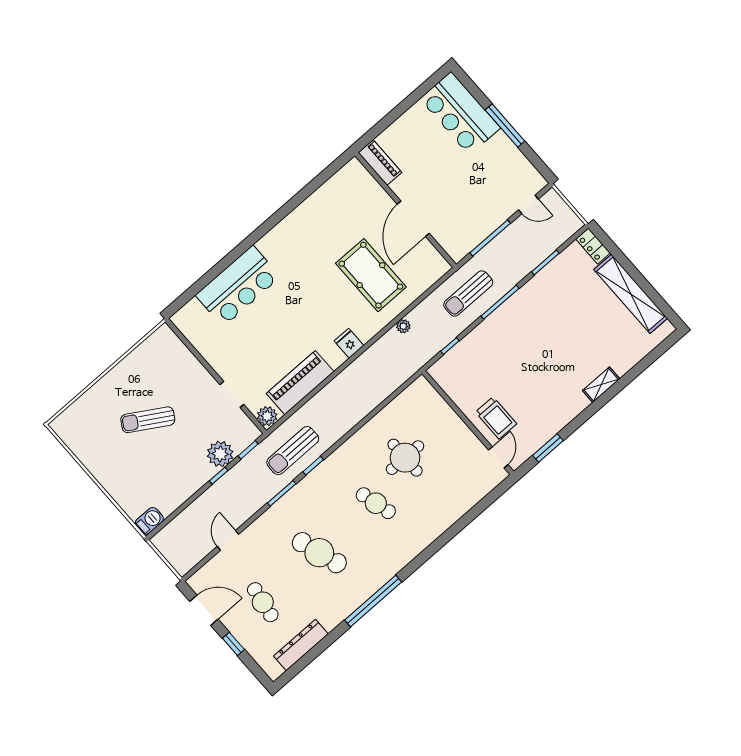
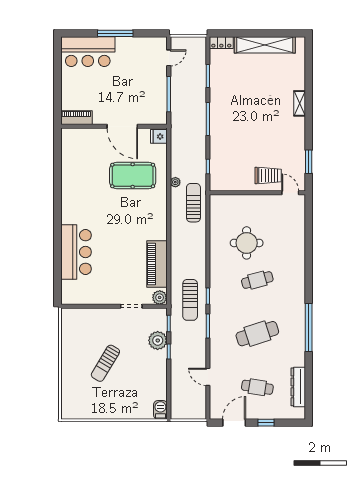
sun lounger: (468, 293) -> (193, 203), moved, turned 180
fridge: (349, 343) -> (159, 136), moved

